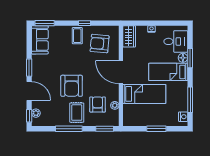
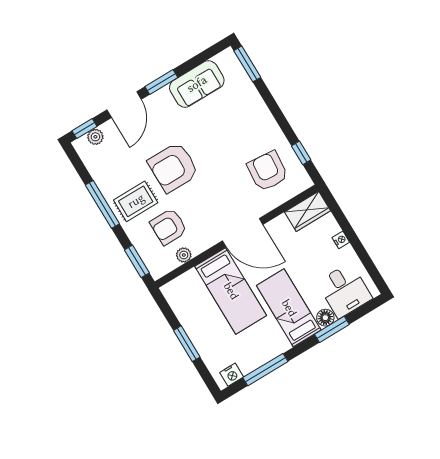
window: (84, 23) -> (301, 153), moved
coffee table: (77, 36) -> (259, 128), removed
sofa: (40, 40) -> (197, 84), moved
door: (121, 72) -> (243, 233), swing flipped
armchair: (98, 104) -> (169, 227), turned 180

